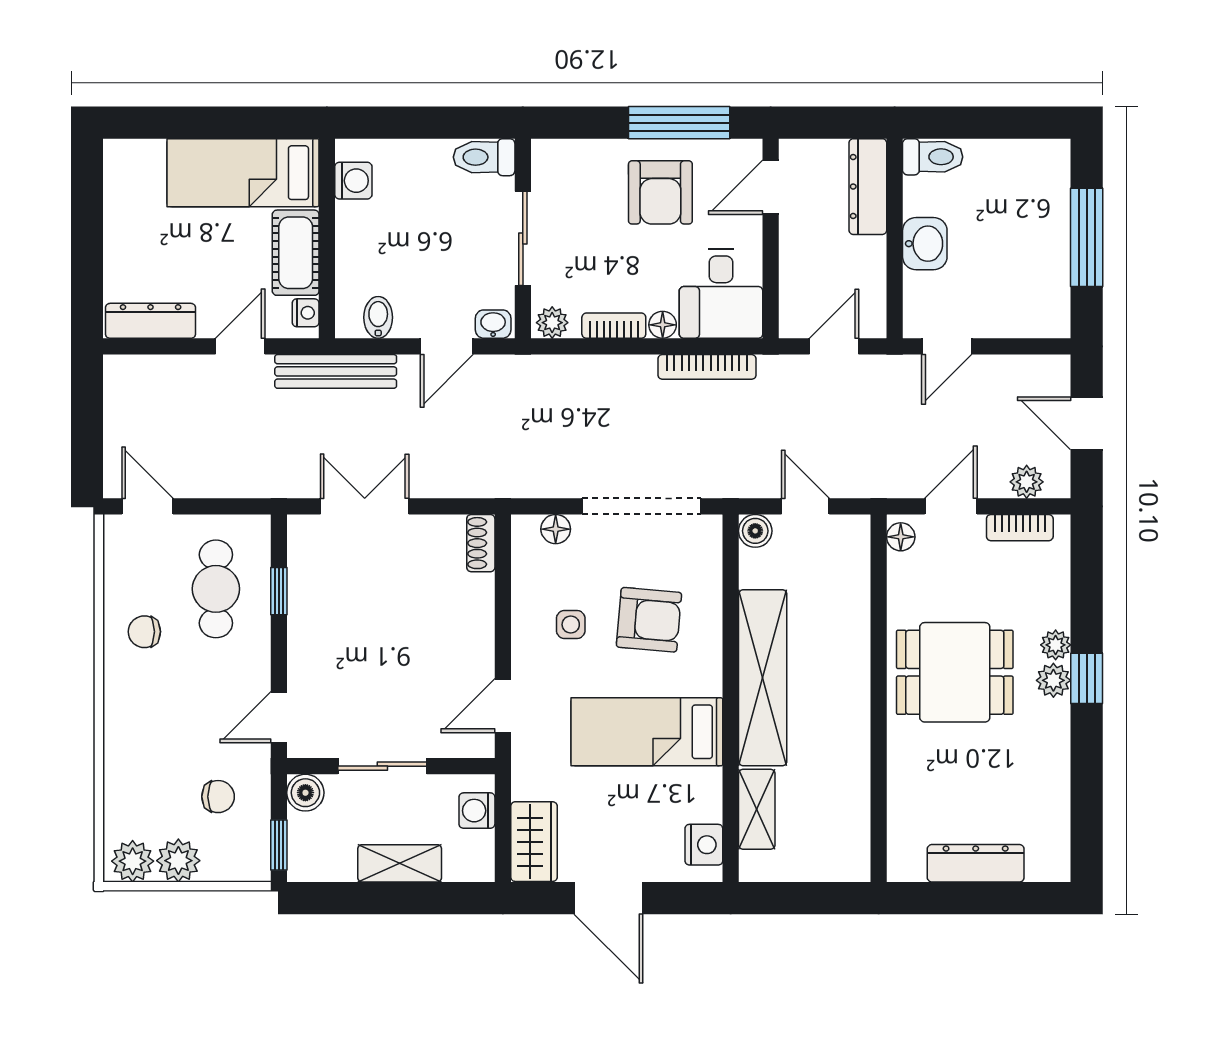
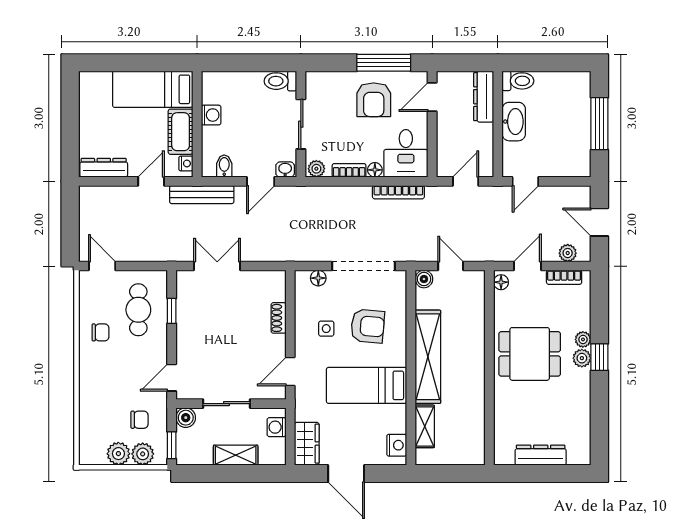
washing machine: (353, 181) -> (211, 115), moved
washbasin: (925, 244) -> (514, 122), width x1.38
shoe rack: (481, 543) -> (279, 318), moved
chair: (144, 632) -> (100, 332), turned 180
plant: (133, 861) -> (143, 454), moved

